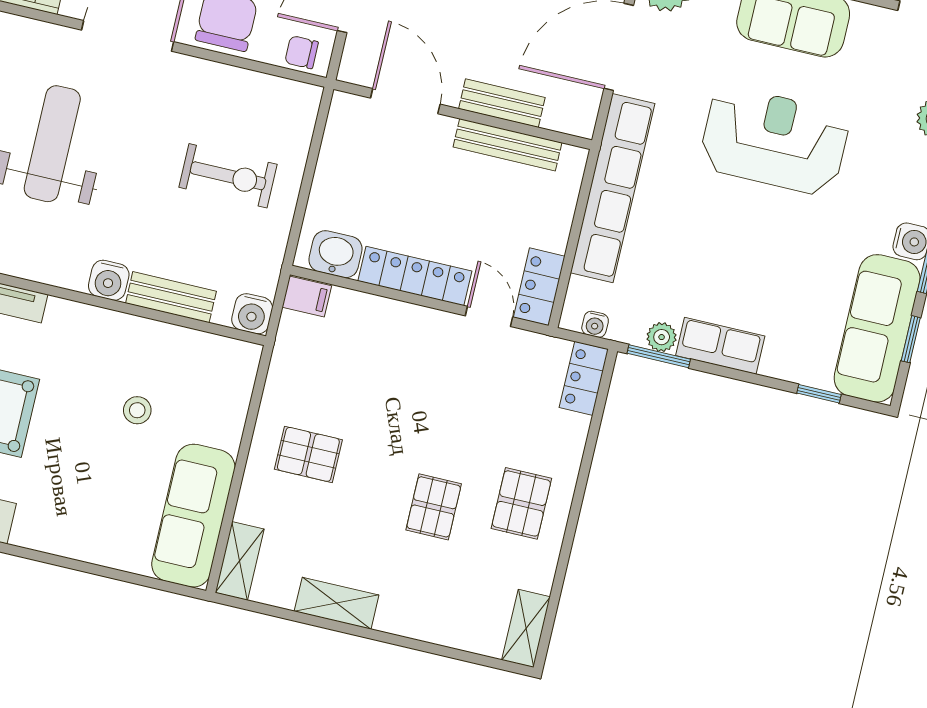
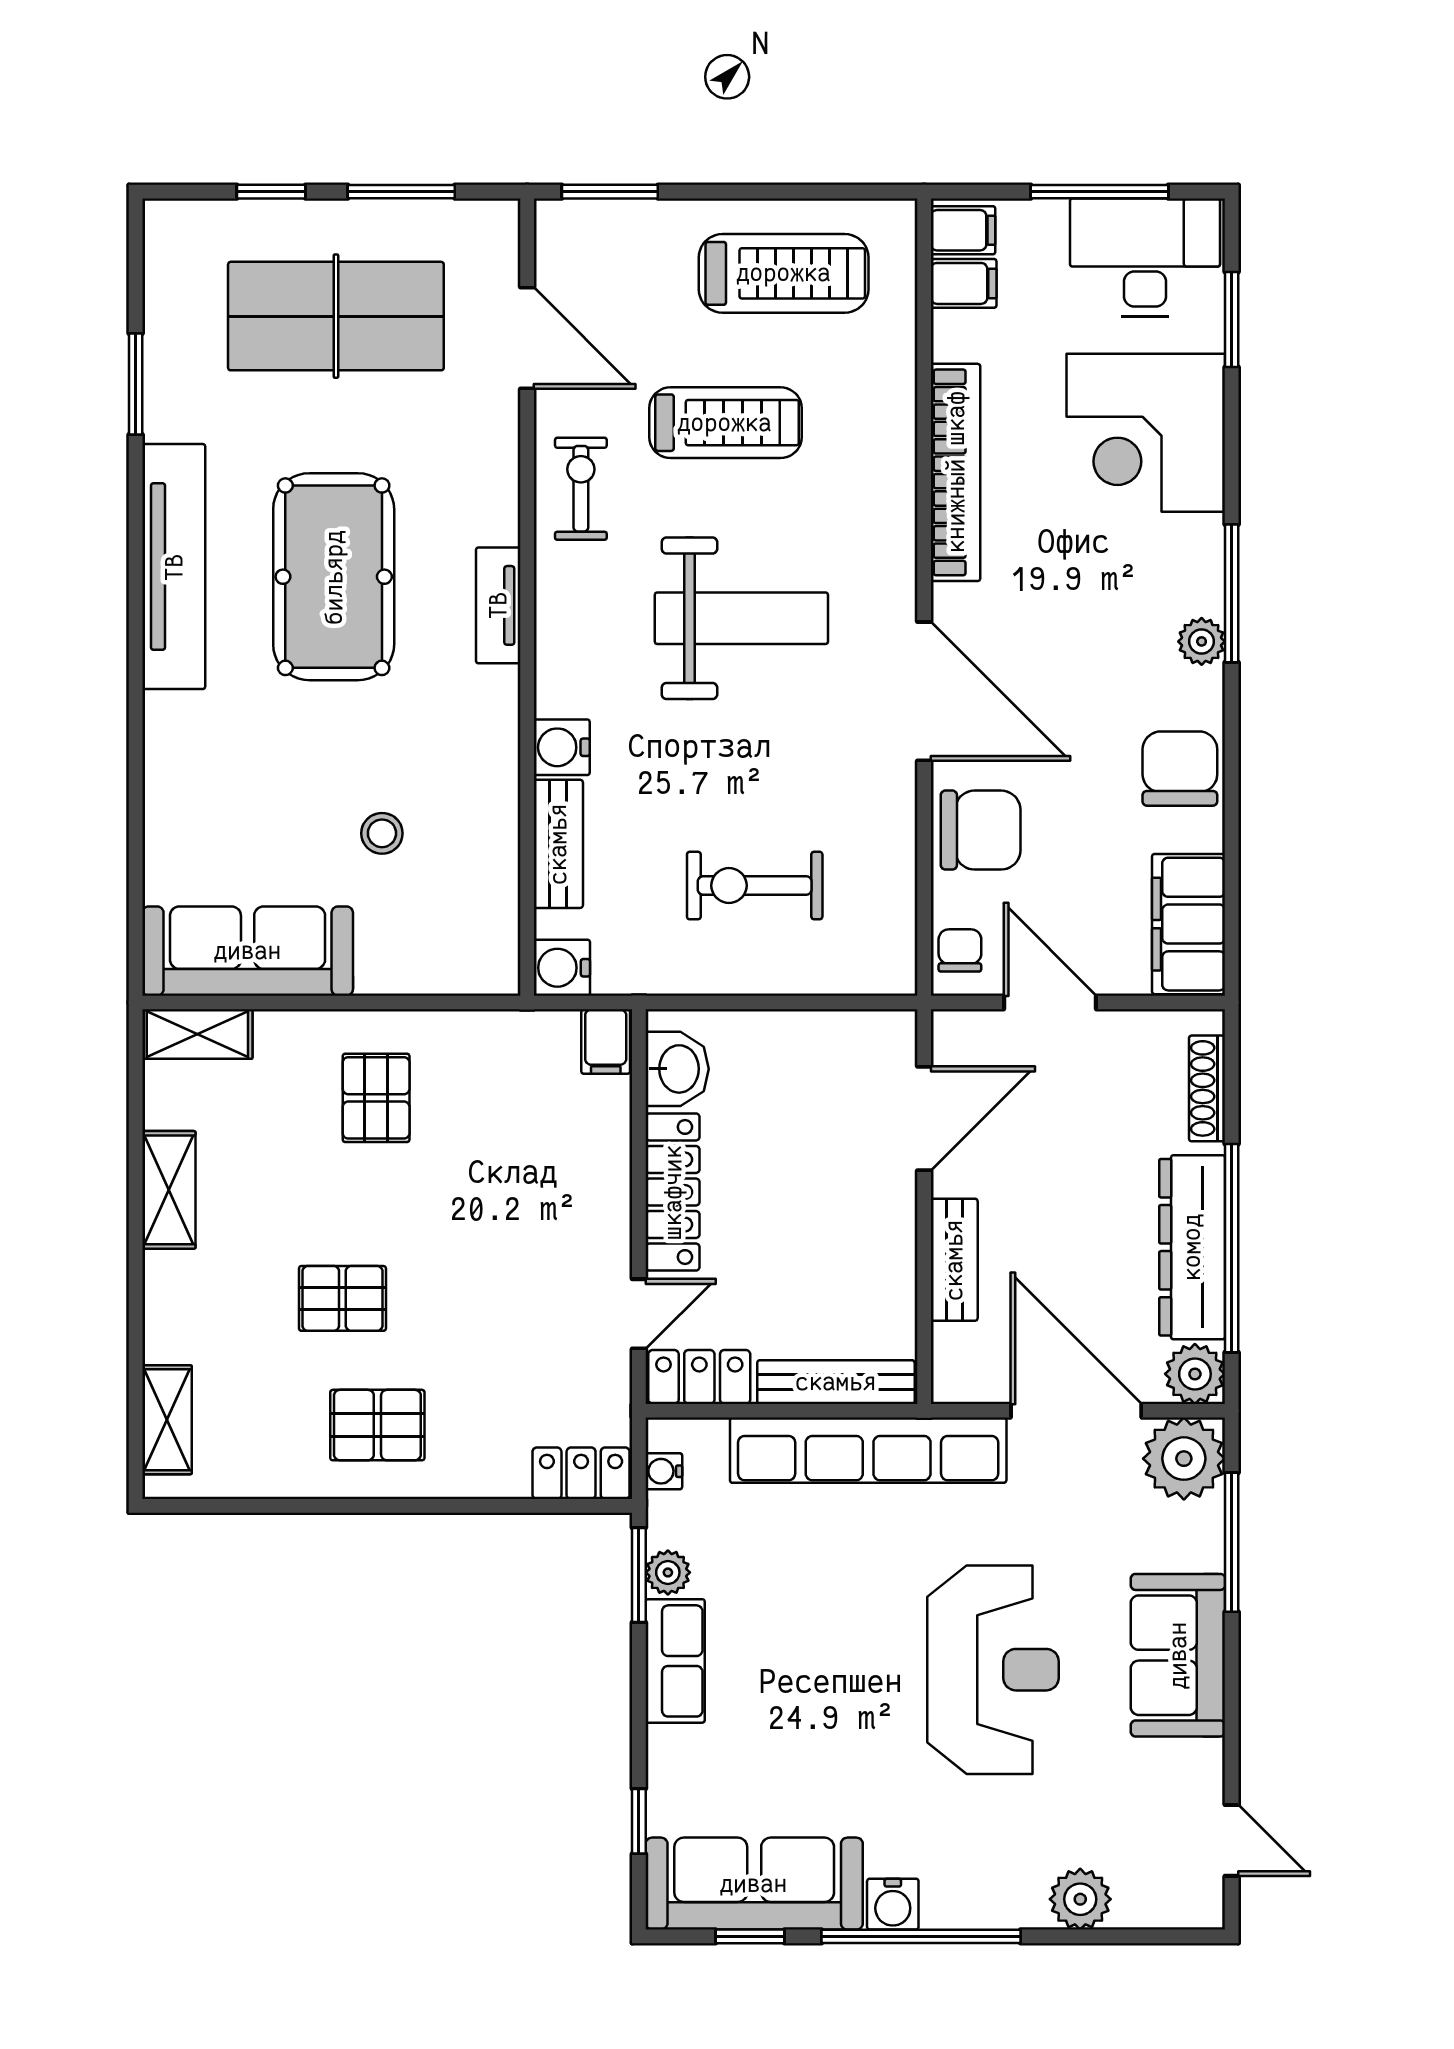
bench: (507, 145) -> (836, 1382), moved, turned 90
exercise bike: (228, 176) -> (755, 886), turned 90
shelving: (526, 628) -> (167, 1420), moved, turned 90

